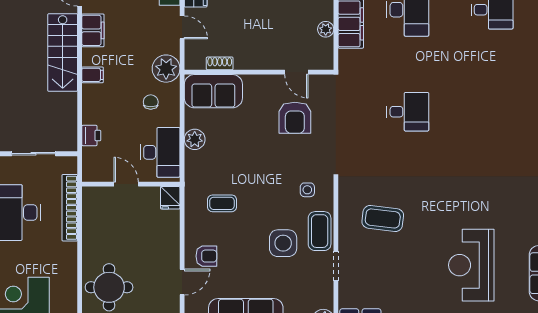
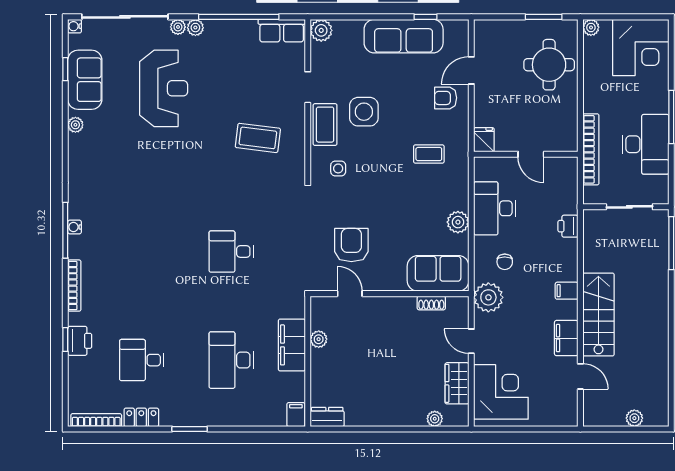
door: (126, 184) -> (531, 154), moved
wall: (131, 184) -> (526, 154), moved
fridge: (170, 198) -> (484, 140), moved

